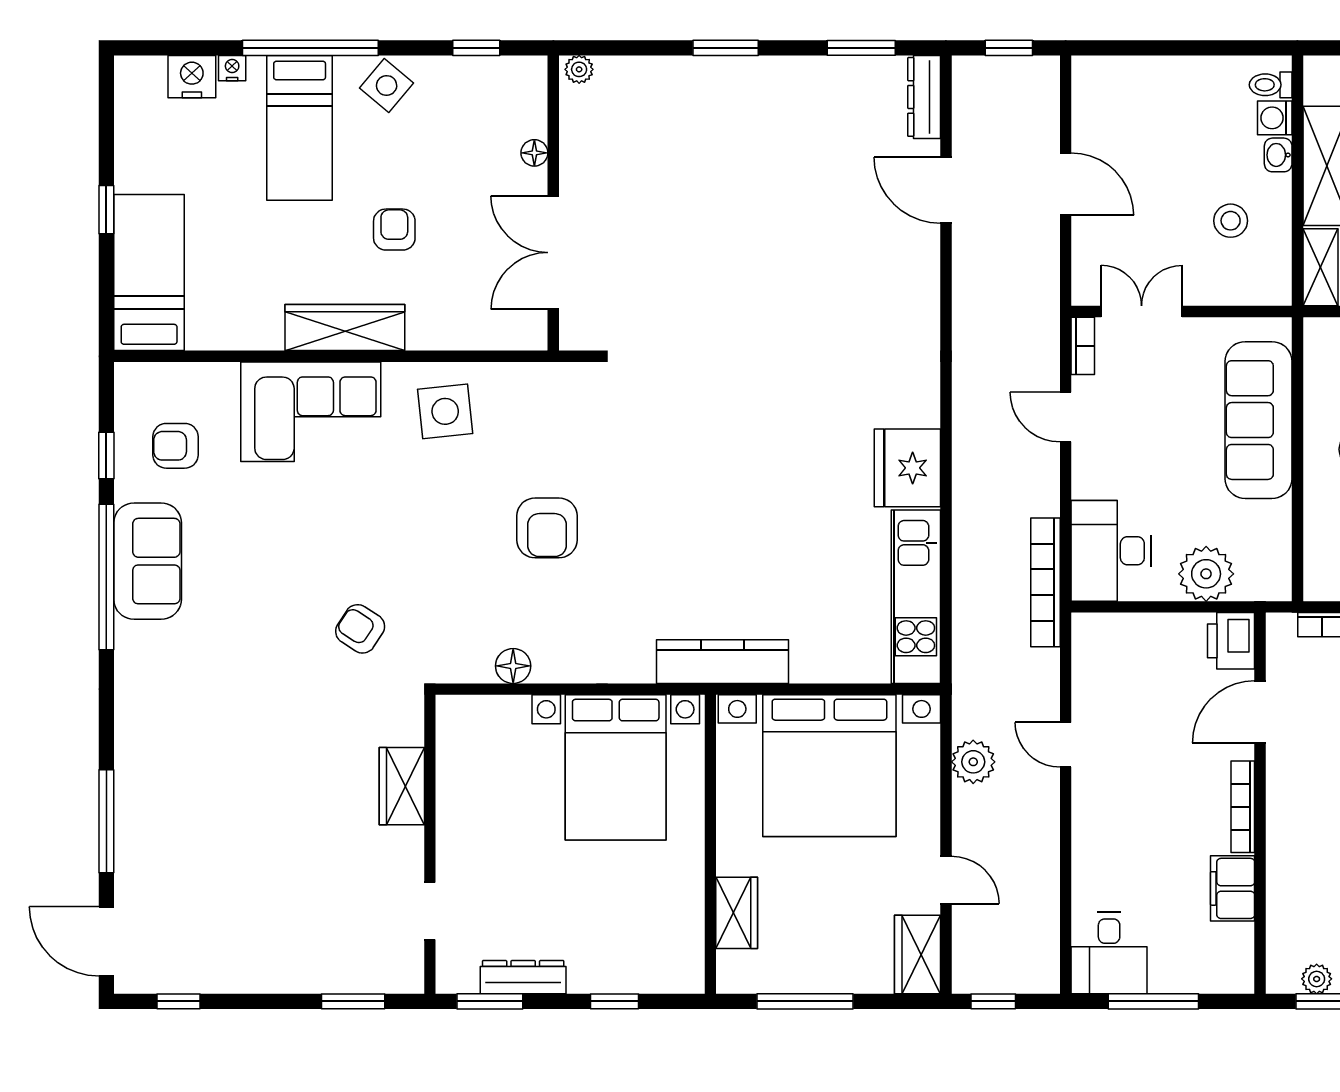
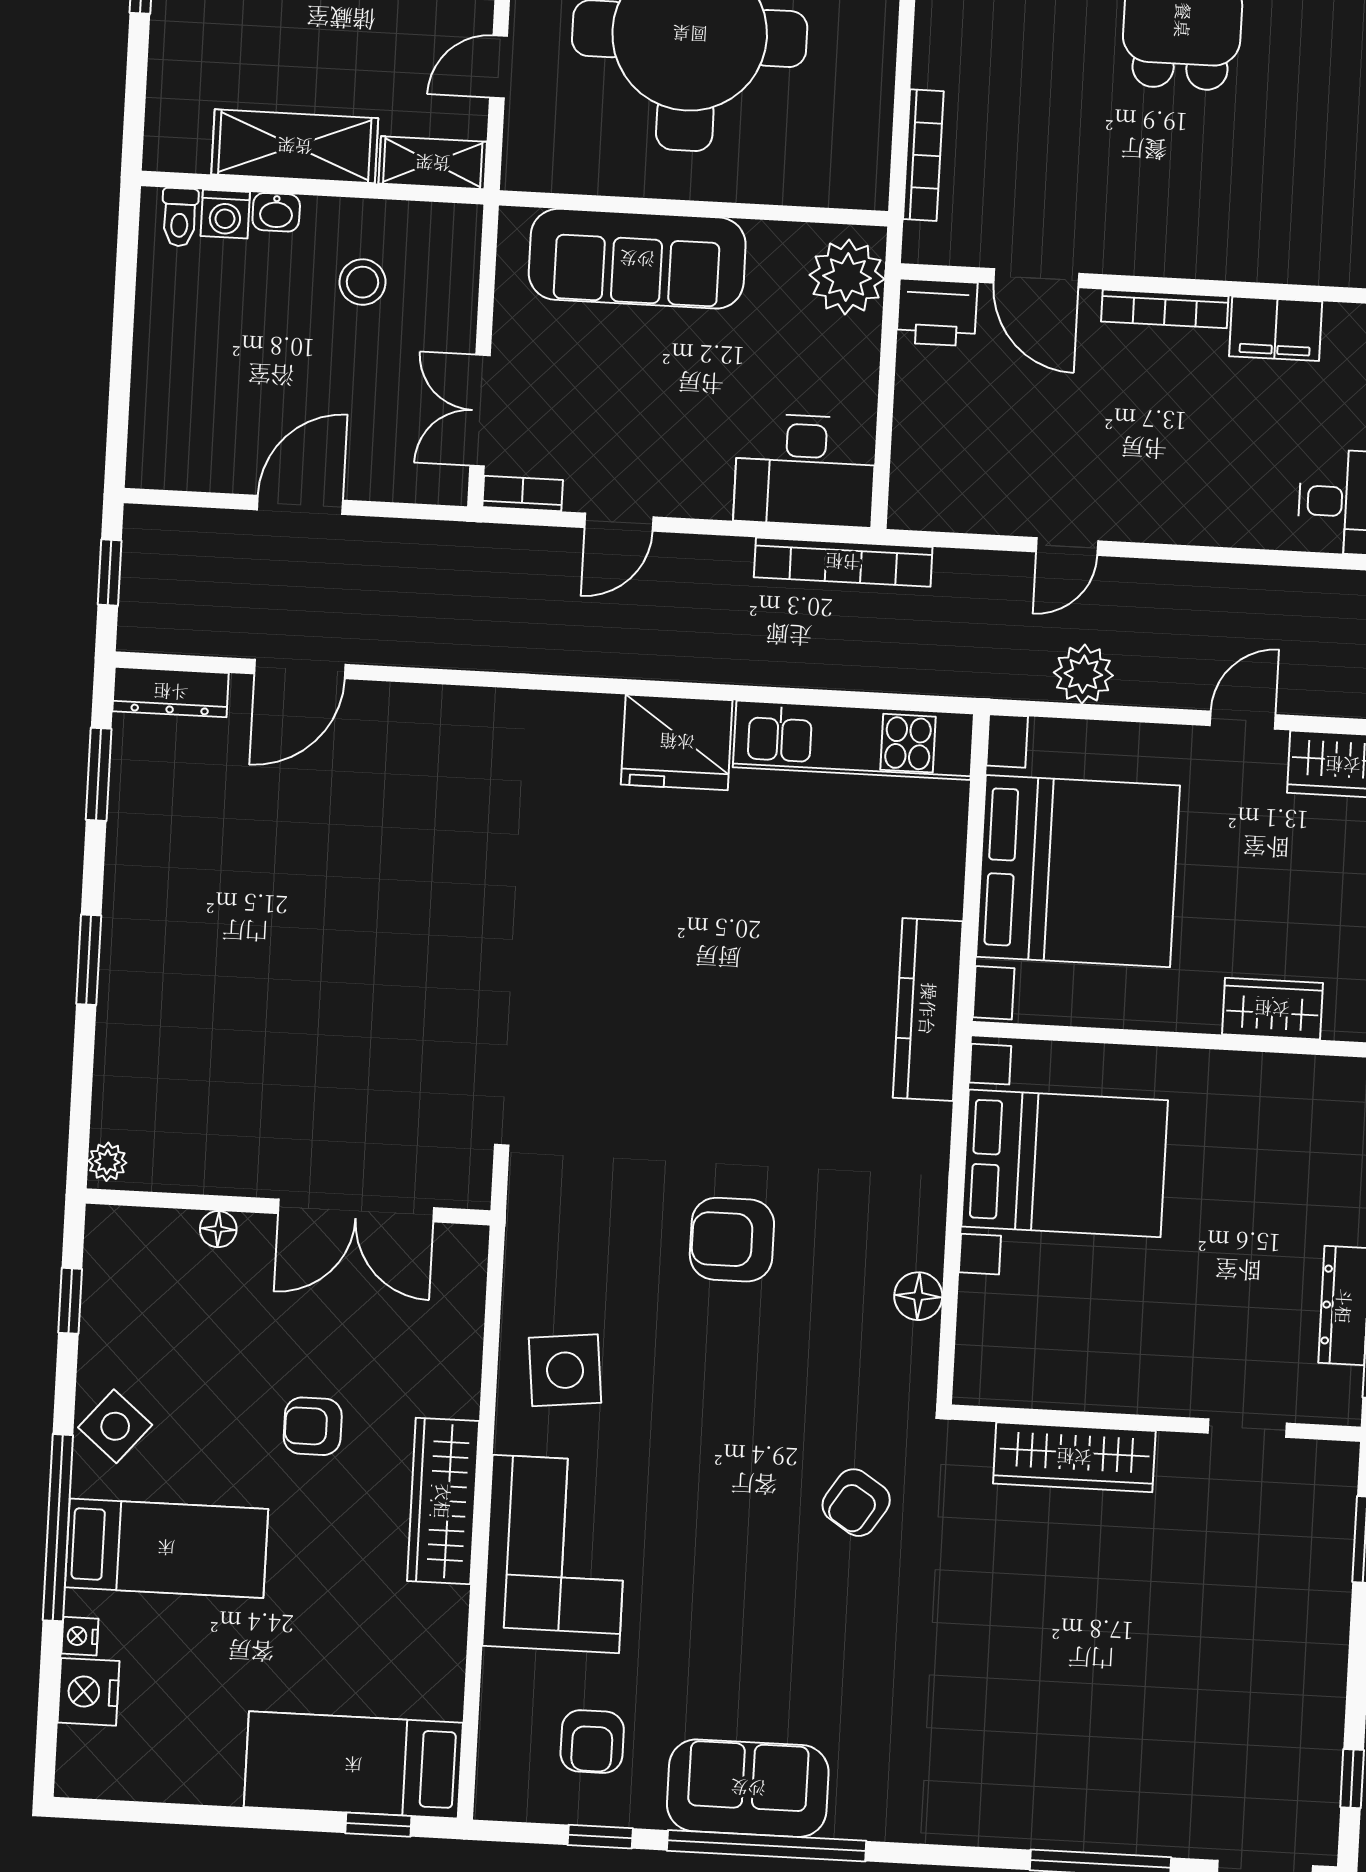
window: (106, 210) -> (378, 1825), moved
armchair: (547, 528) -> (732, 1240), turned 180
plant: (1206, 574) -> (847, 277), moved
wardrobe: (402, 786) -> (1074, 1457), width x1.50

